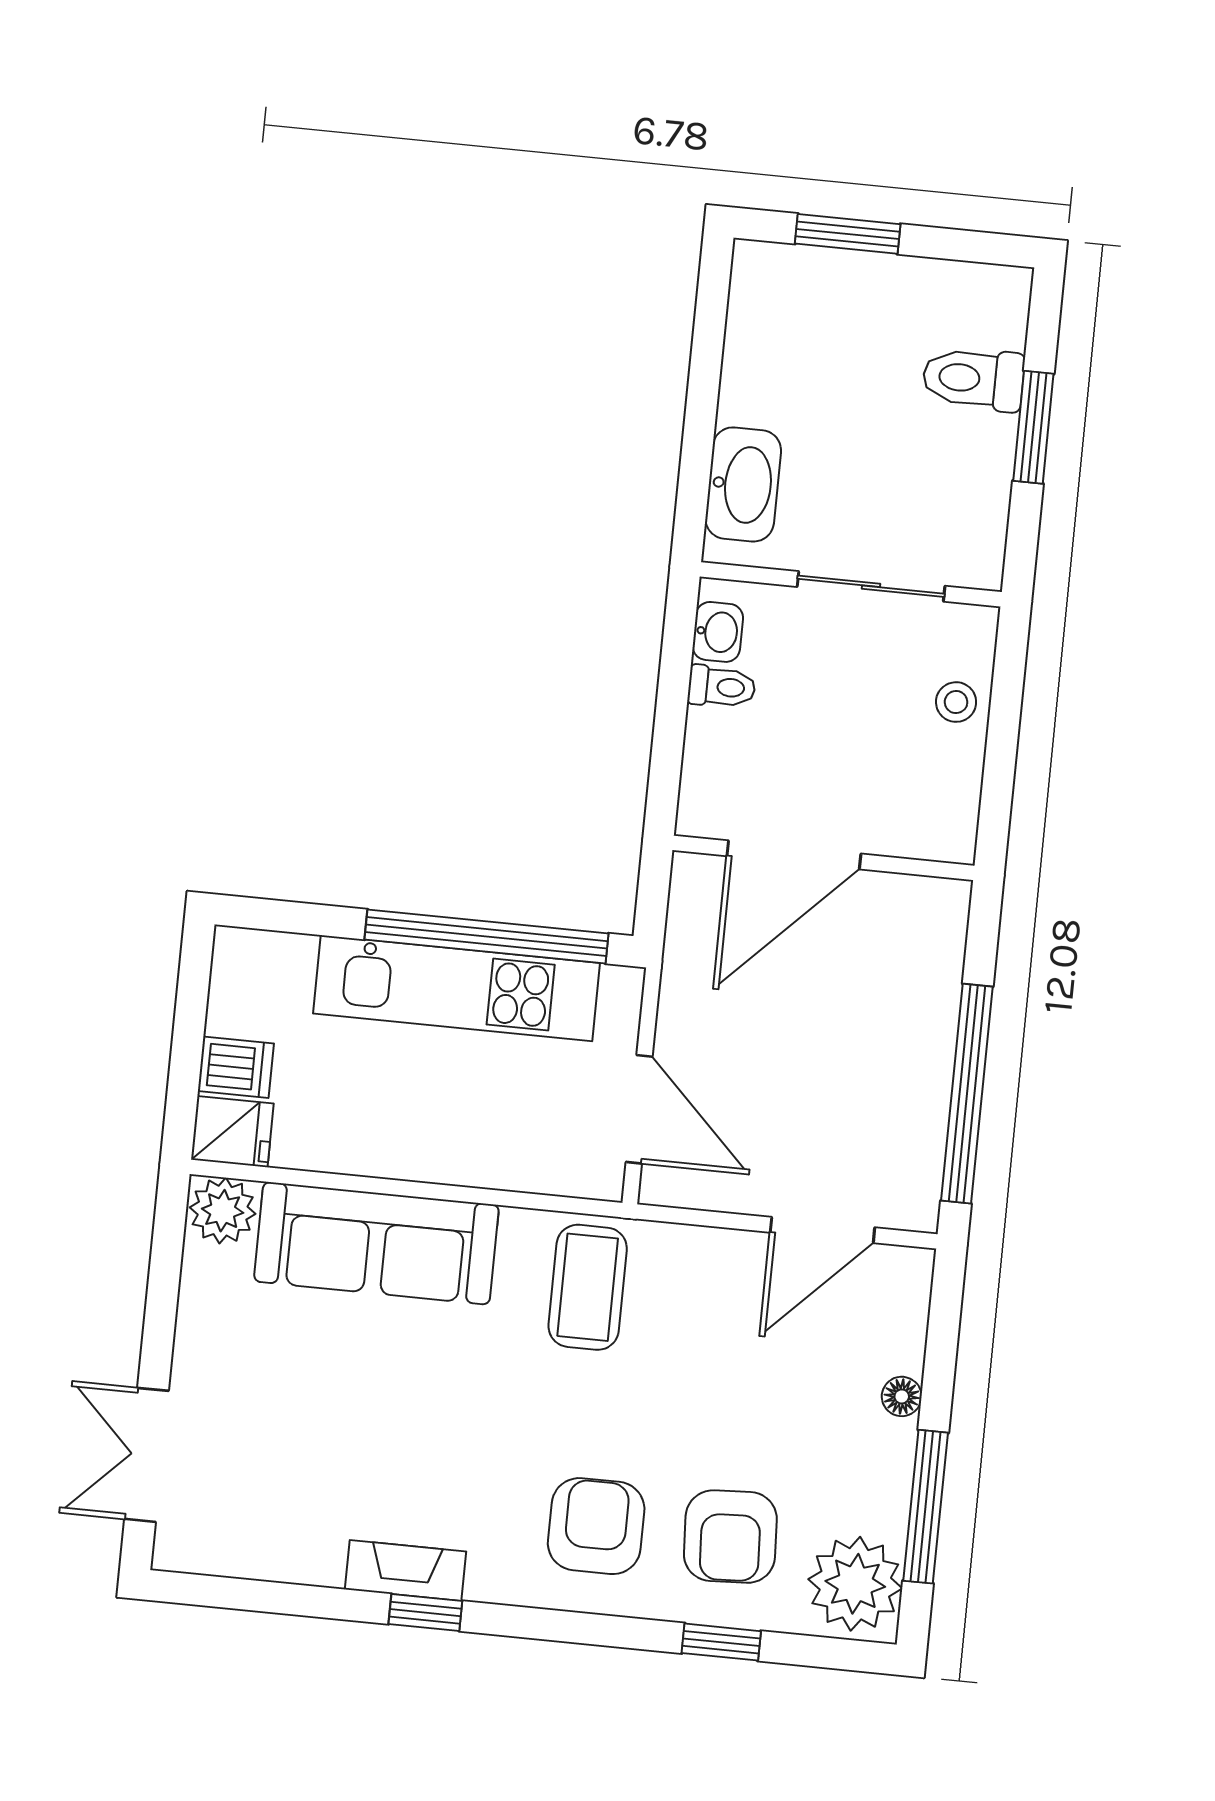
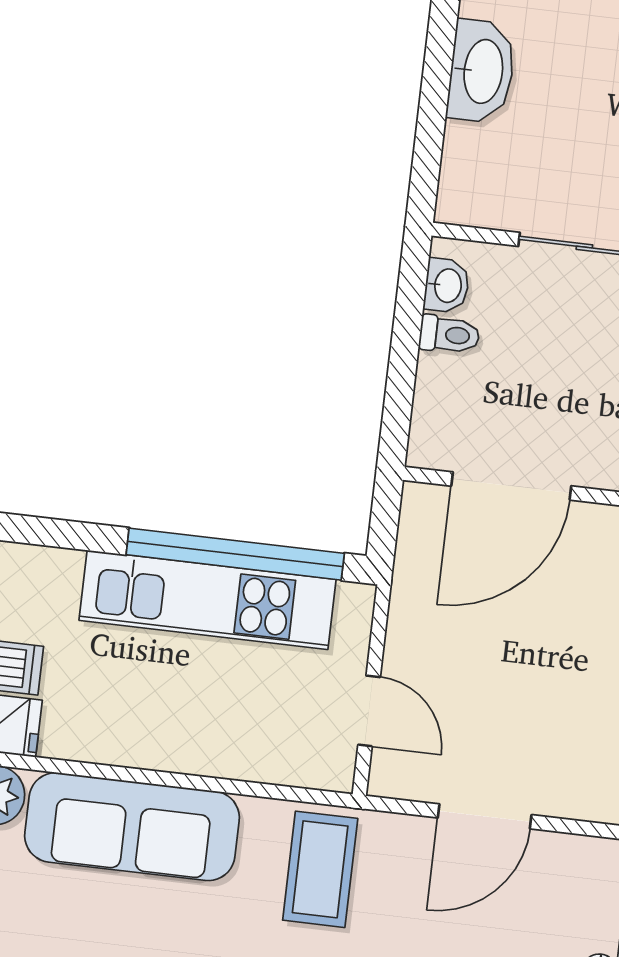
washbasin: (743, 484) -> (481, 71), moved
door: (639, 1109) -> (369, 711), width x0.73
door: (822, 1230) -> (485, 816), moved

